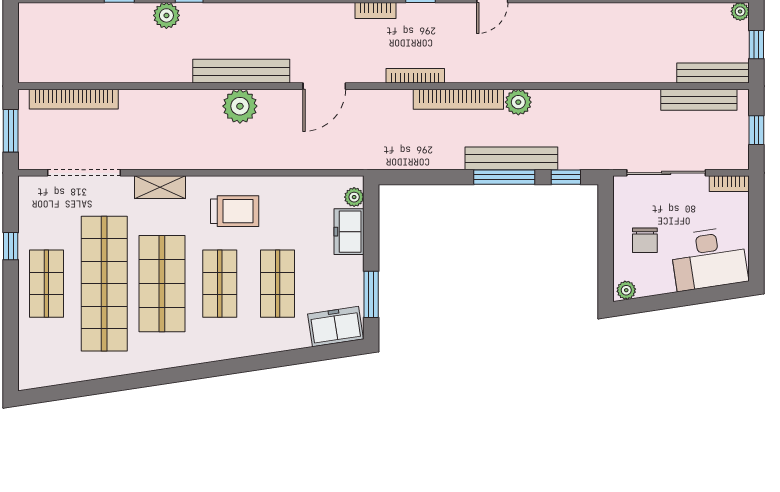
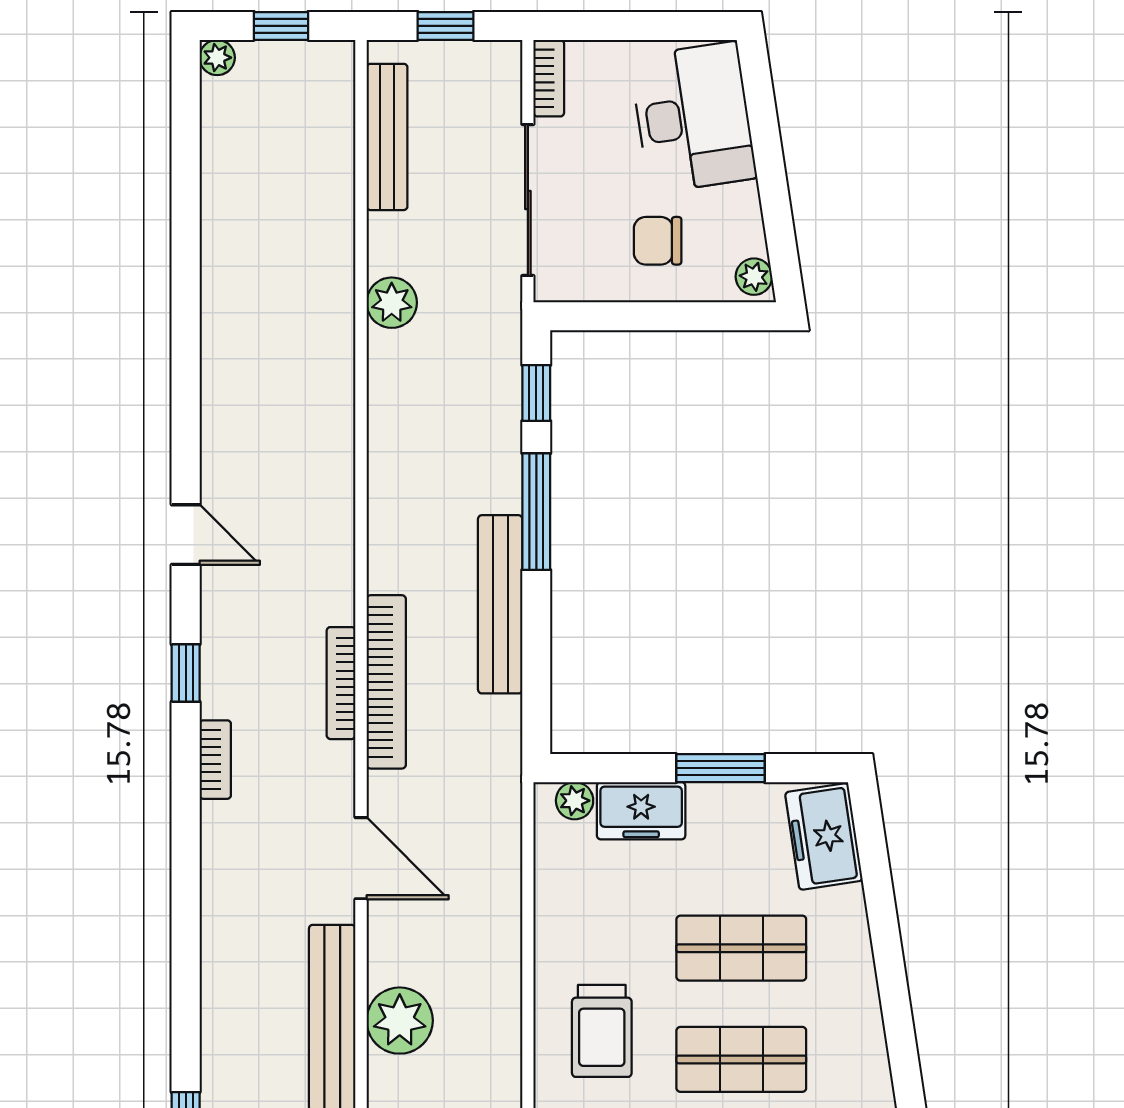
bench: (713, 73) -> (336, 110), removed
bookcase: (458, 99) -> (386, 682), moved
plant: (518, 102) -> (392, 303), moved
bench: (511, 158) -> (500, 604), moved
trolley: (235, 211) -> (602, 1031), turned 180
chair: (645, 240) -> (658, 241), turned 180
window: (371, 294) -> (720, 768), moved

